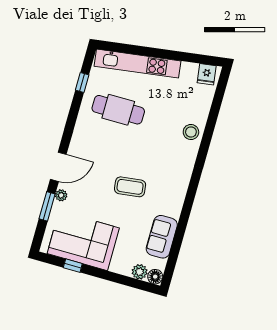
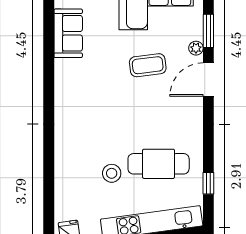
stool: (191, 132) -> (112, 173), moved
coffee table: (130, 187) -> (148, 65), moved

